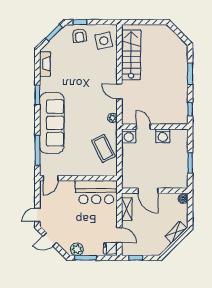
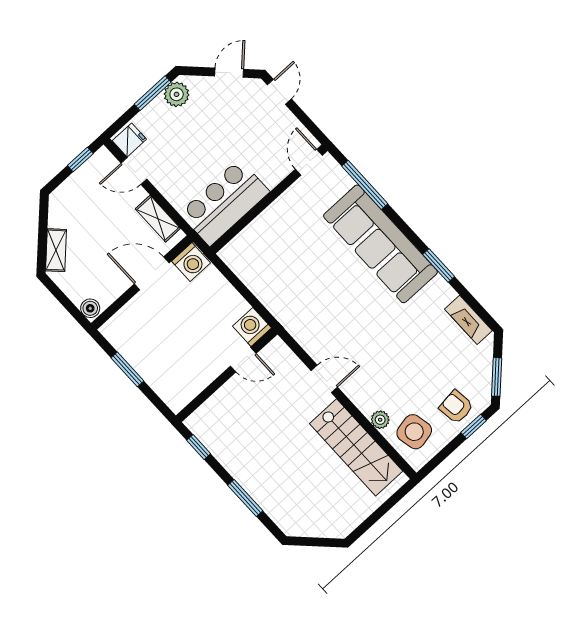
plant: (113, 118) -> (380, 420), moved
washing machine: (163, 136) -> (191, 262), moved, turned 180
coffee table: (103, 148) -> (272, 275), removed

